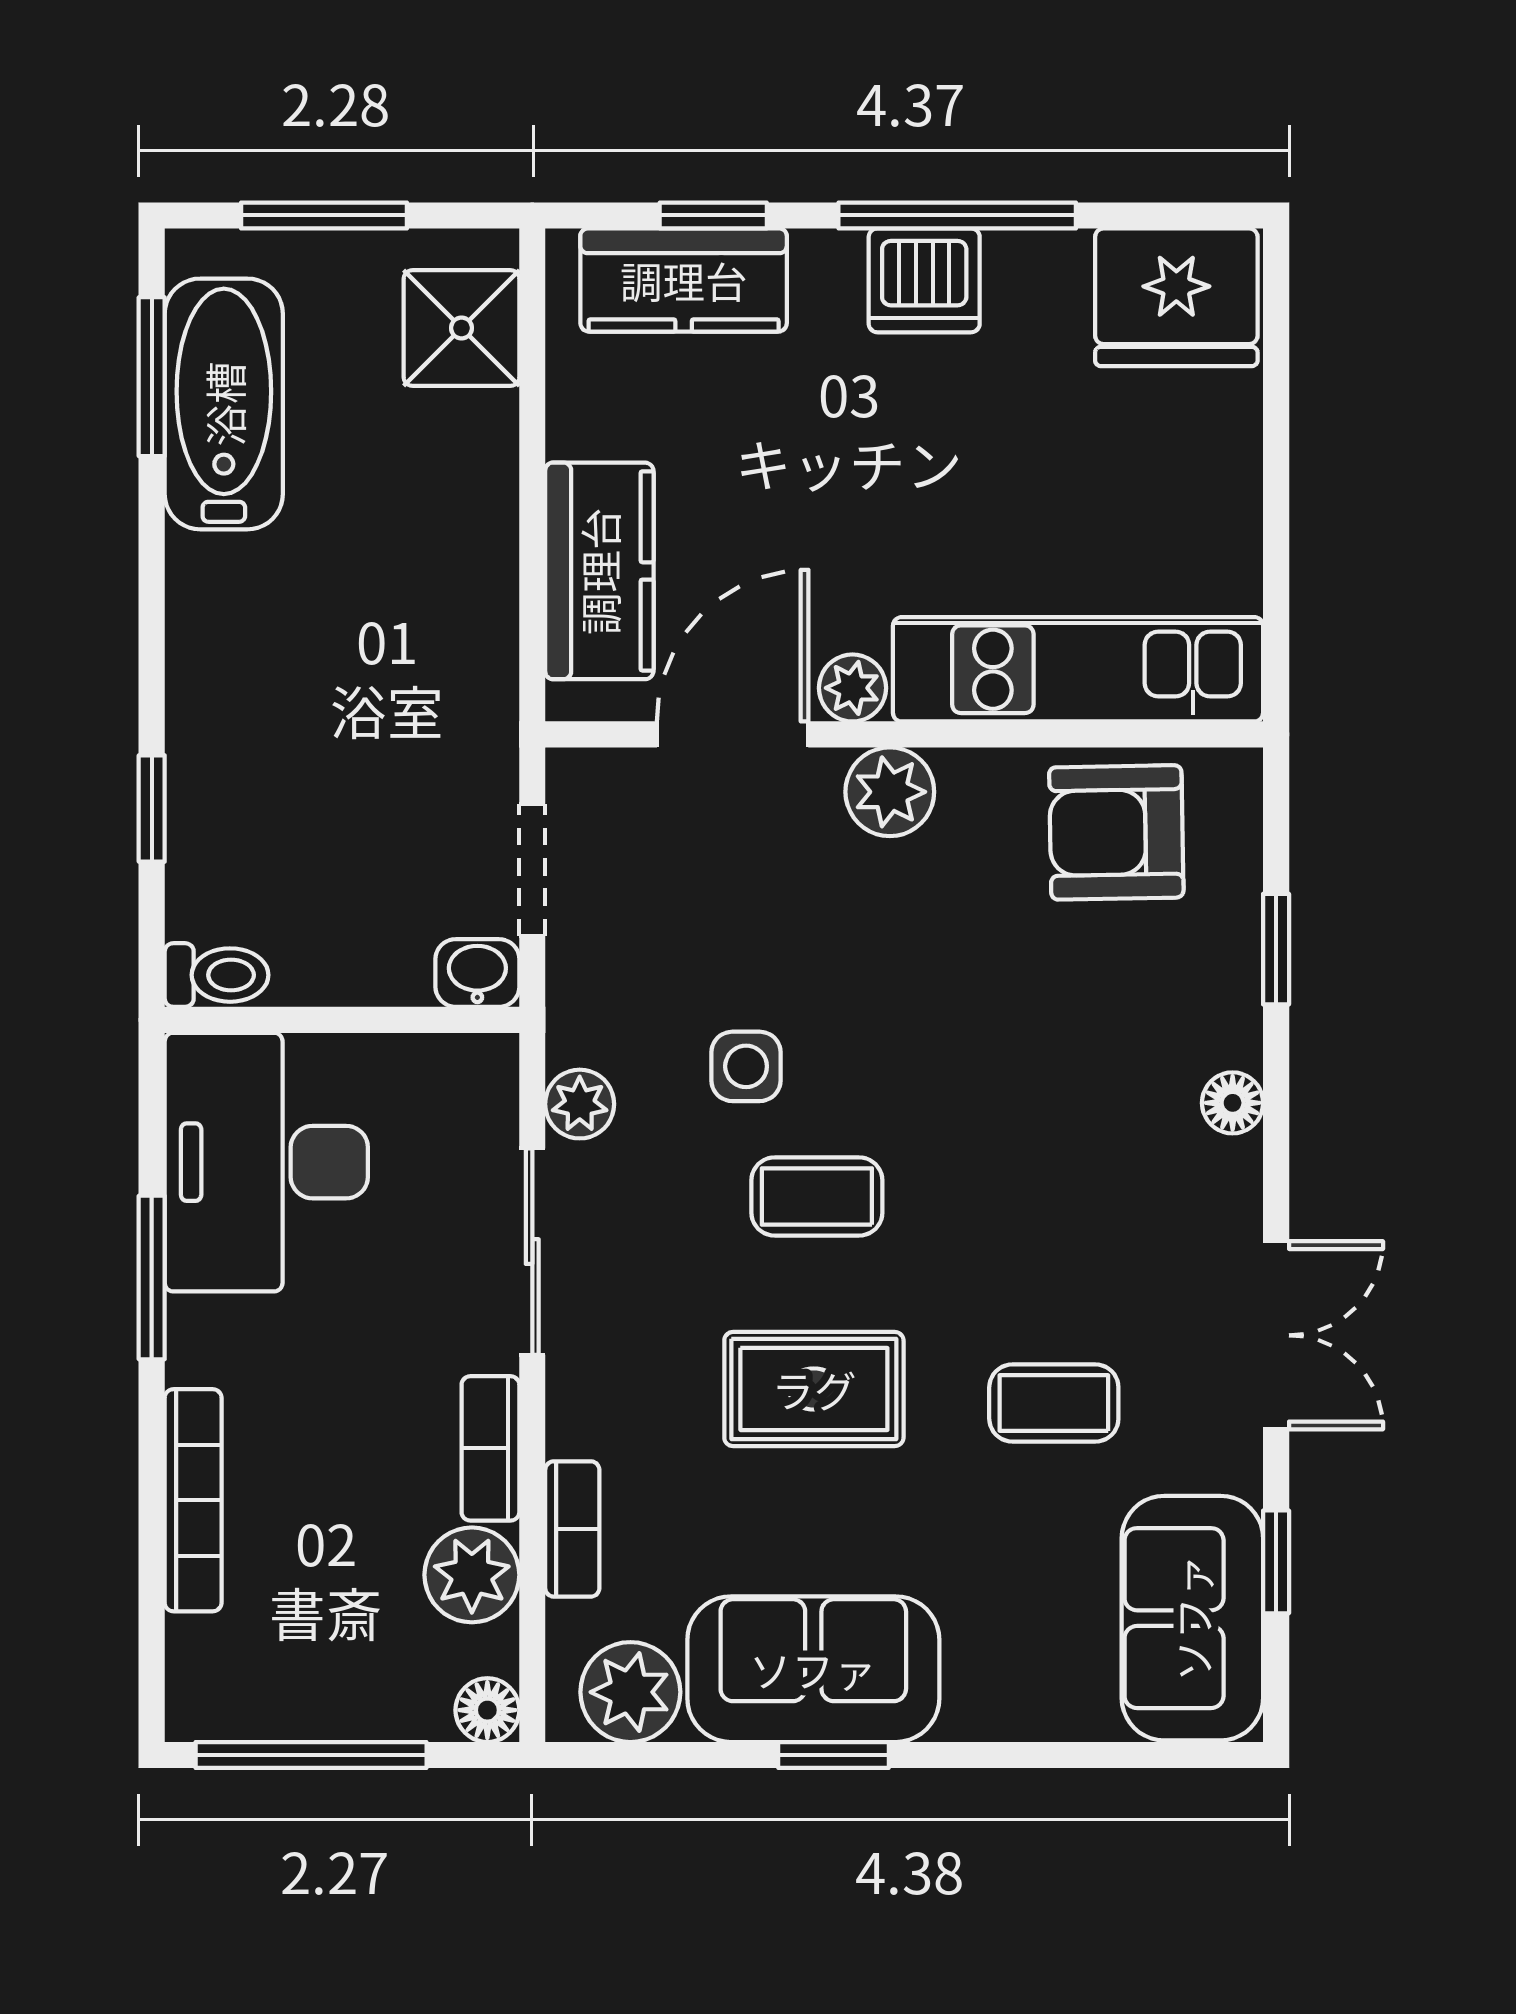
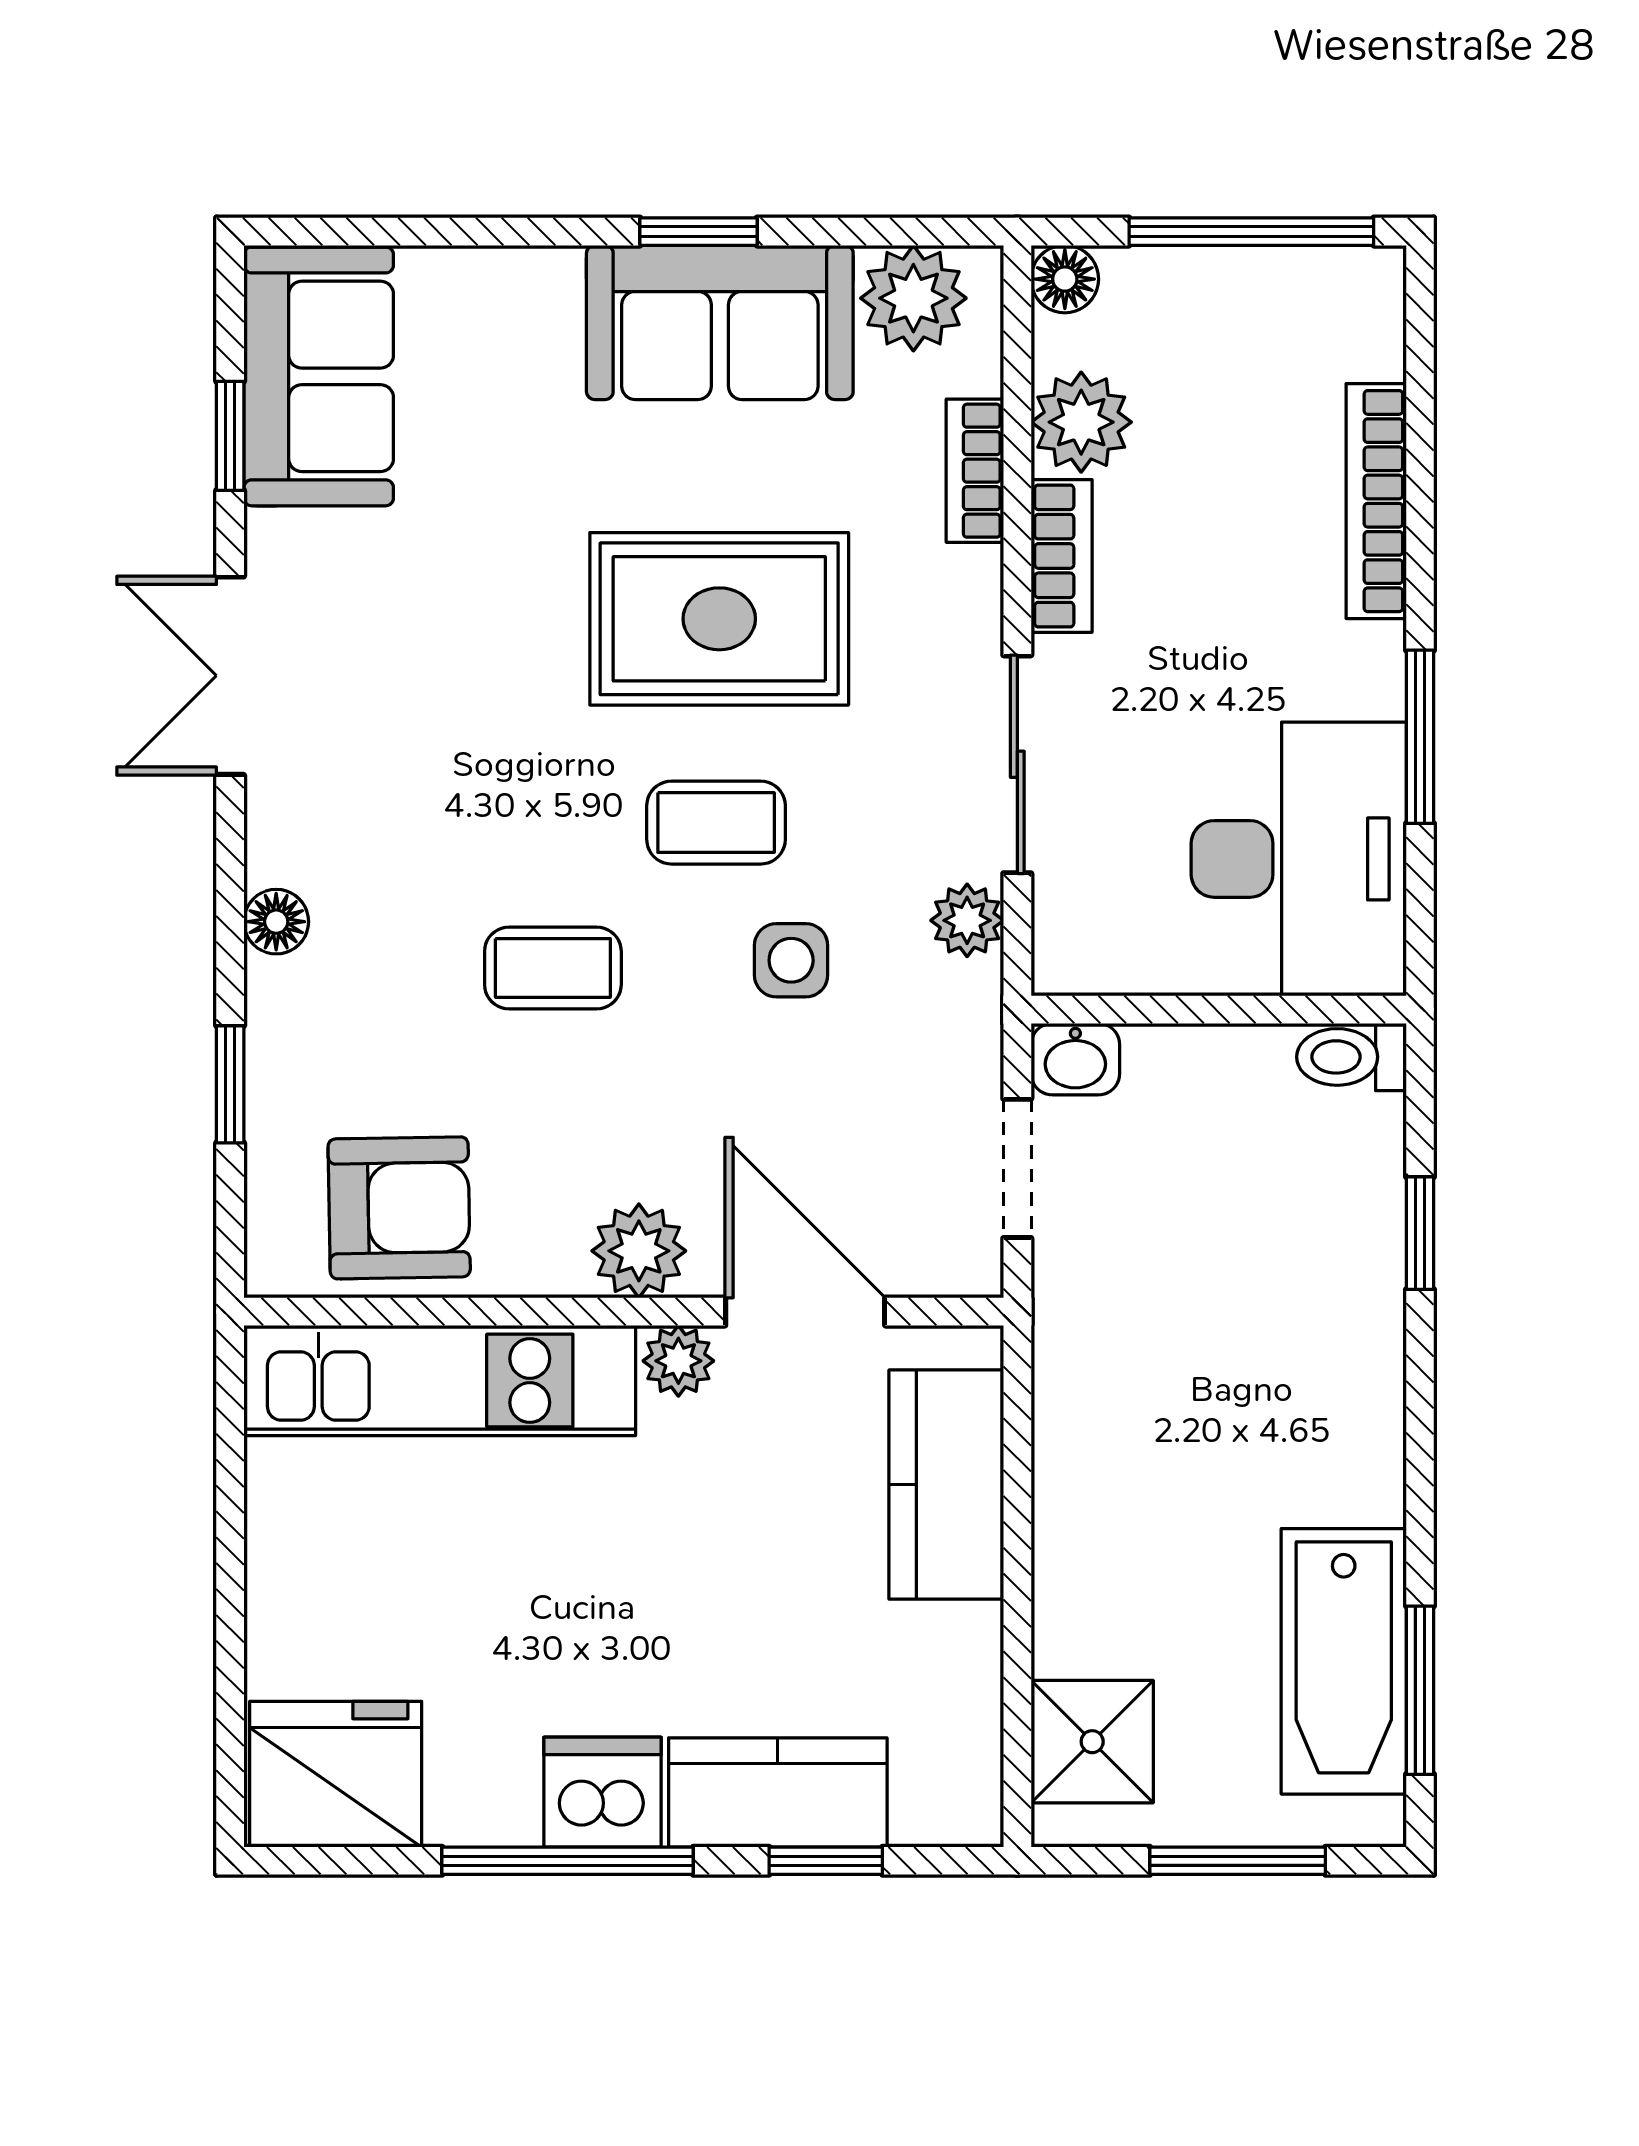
kitchen counter: (684, 280) -> (778, 1792), moved
door: (733, 734) -> (805, 1312), swing flipped
rug: (814, 1389) -> (719, 619), width x1.36, depth x1.43
coffee table: (1054, 1403) -> (553, 968), moved

